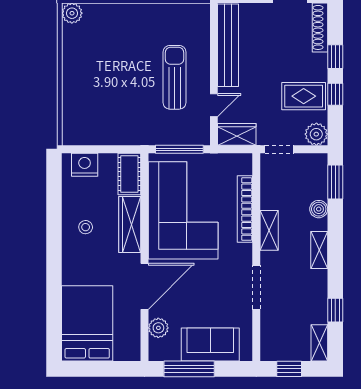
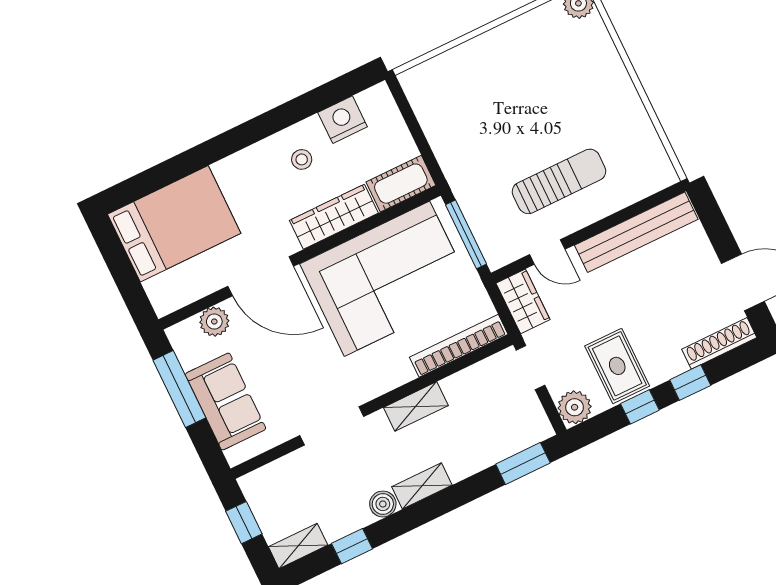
nightstand: (85, 165) -> (343, 120), moved, turned -90
bookcase: (245, 209) -> (459, 346), moved
boiler: (319, 209) -> (383, 504), moved

